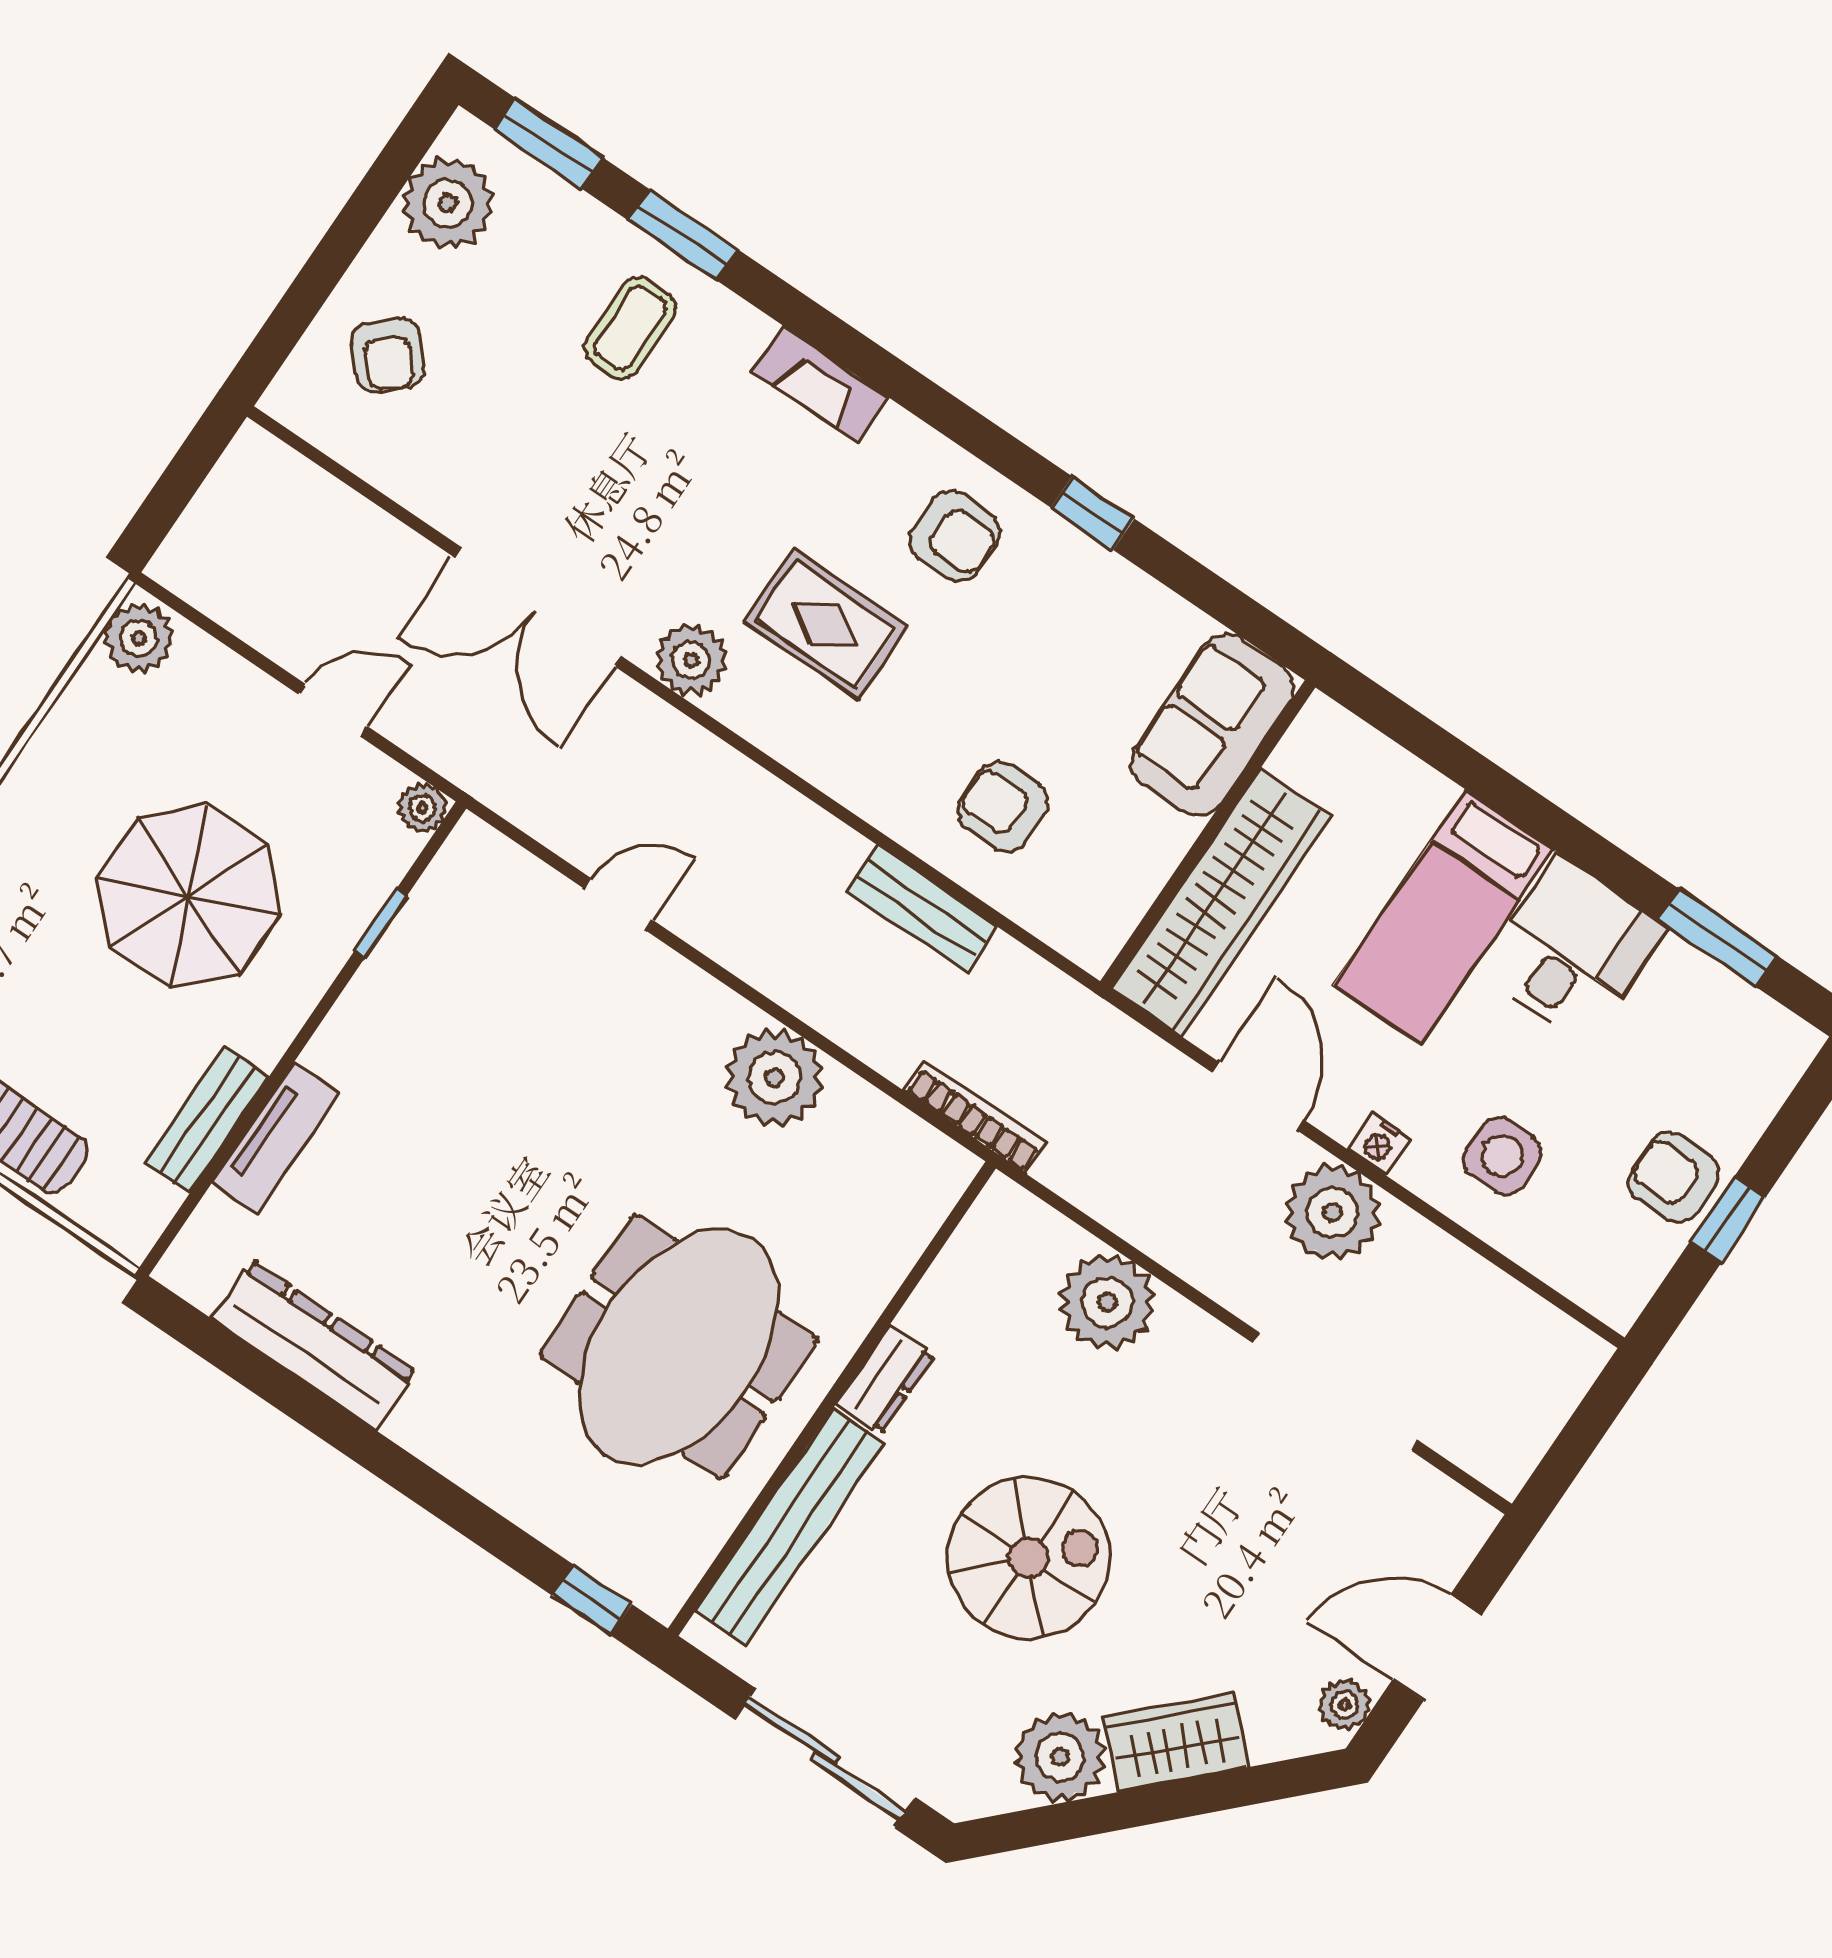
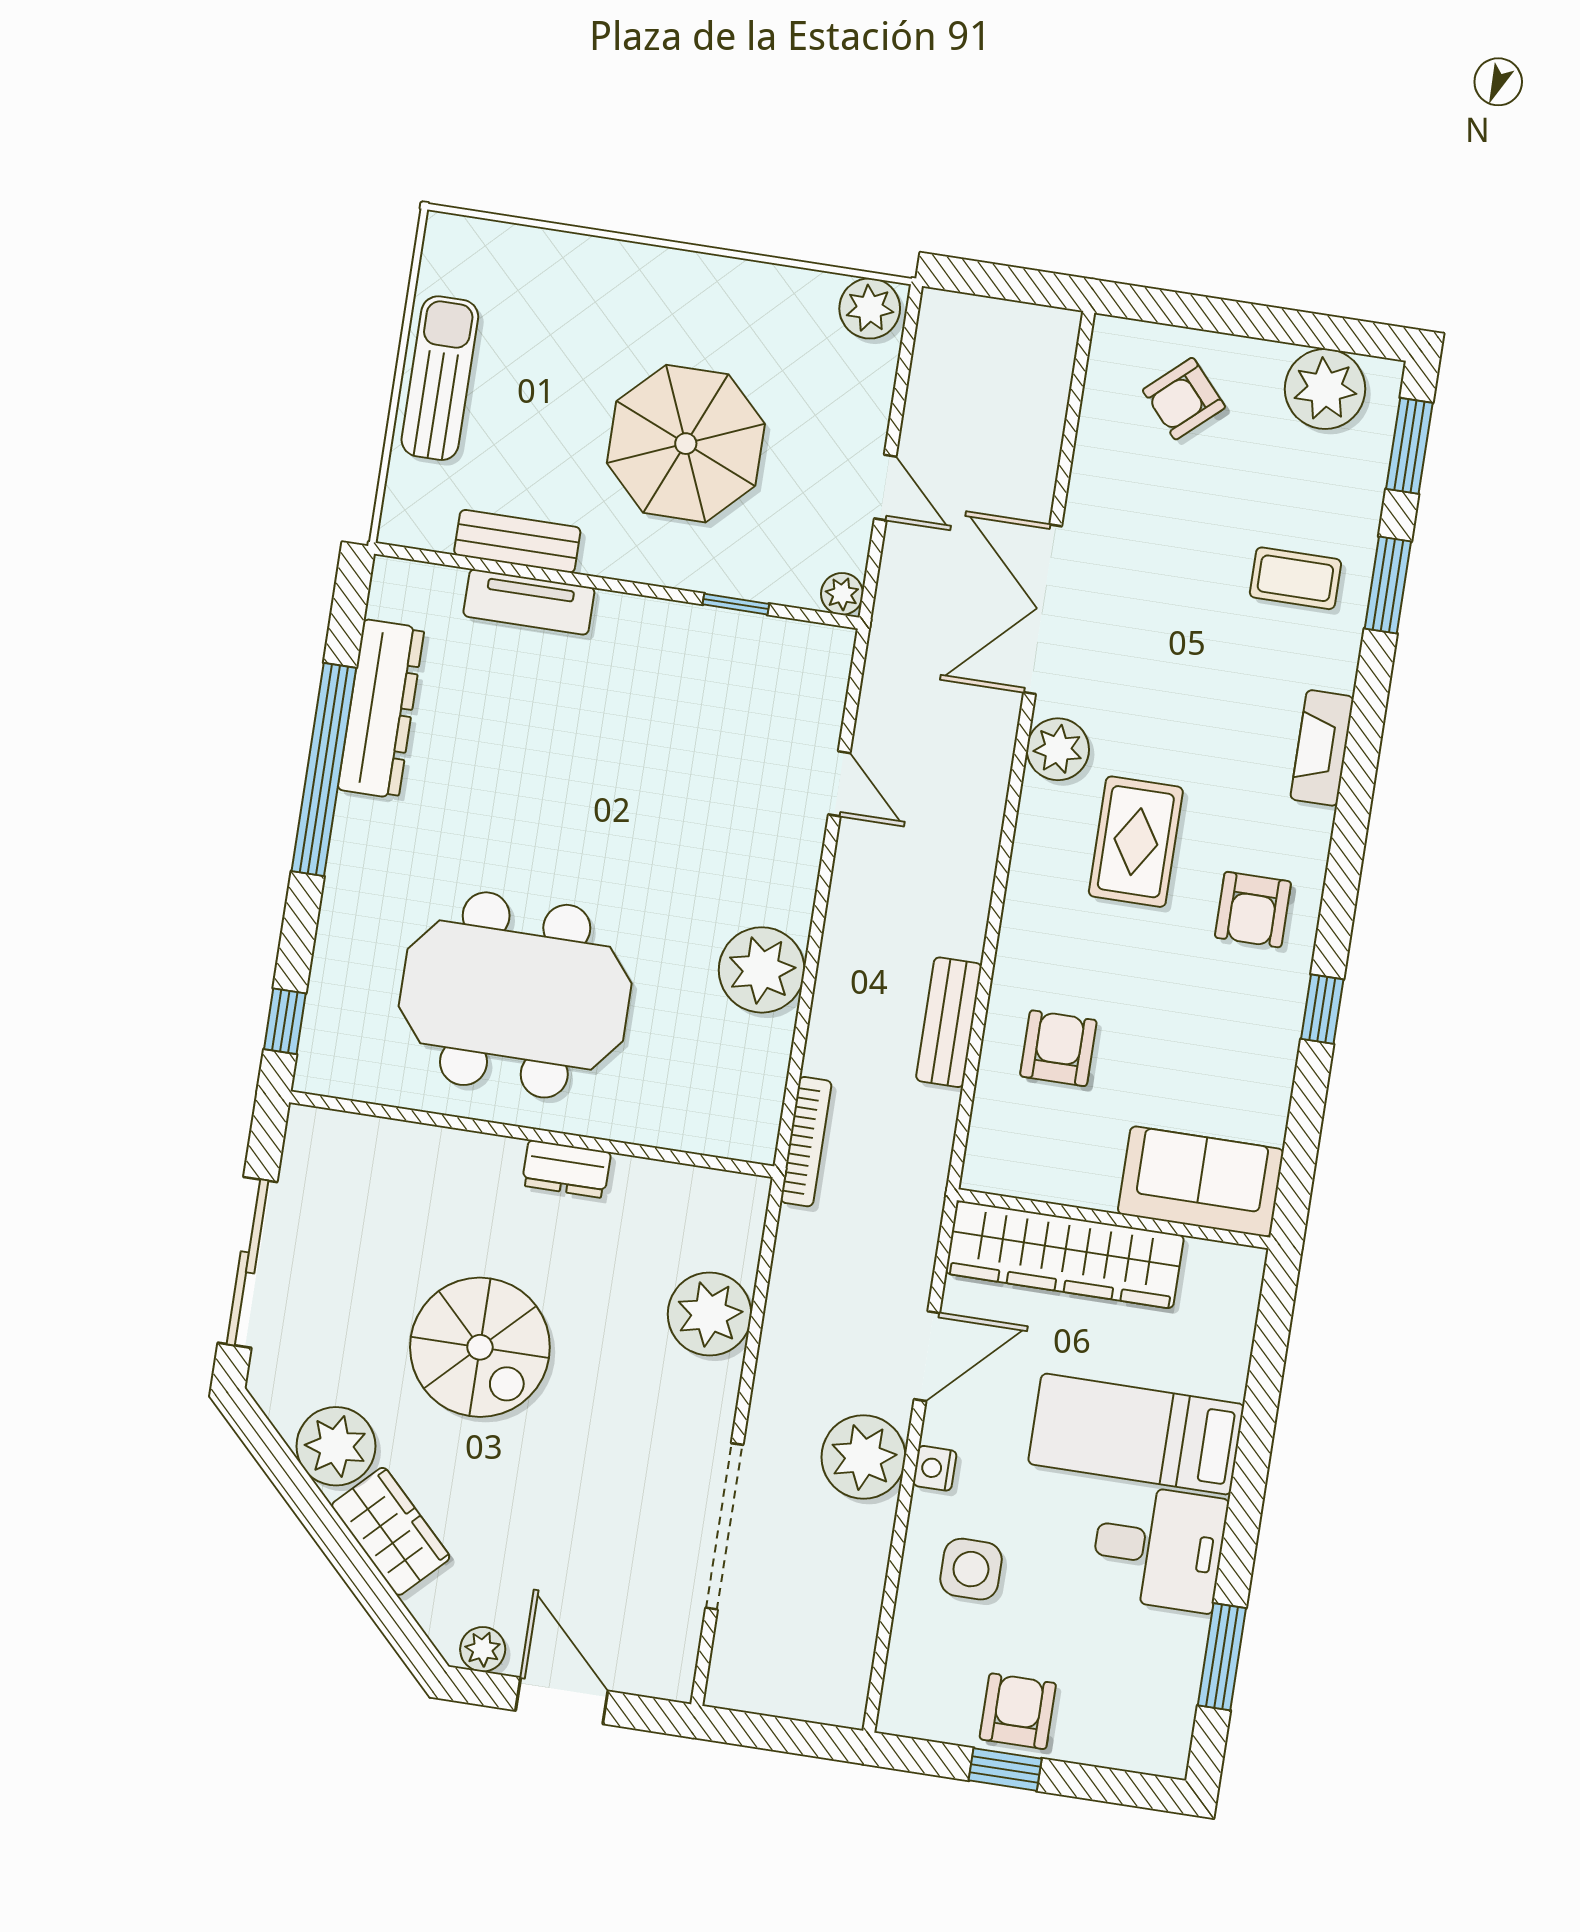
window: (349, 1435) -> (324, 770), added
bench: (789, 1527) -> (415, 1149), removed

